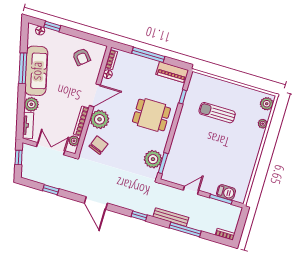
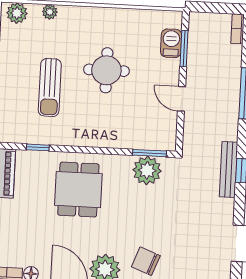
round table: (219, 149) -> (106, 70), added
bench: (171, 217) -> (229, 169), moved

